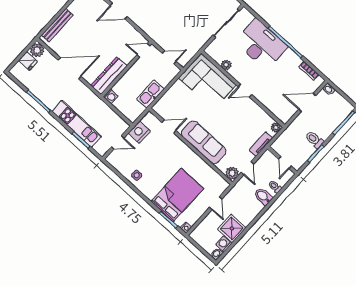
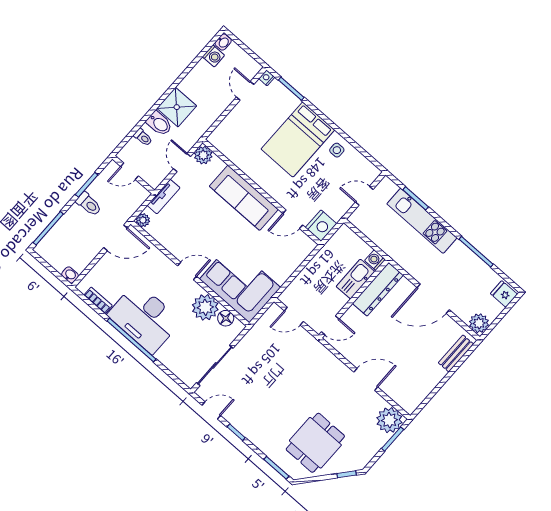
bench: (57, 25) -> (456, 353), width x0.73
desk: (261, 44) -> (144, 318), moved
floor lamp: (218, 57) -> (226, 318), added
fridge: (28, 61) -> (504, 294), moved
plant: (226, 65) -> (205, 307), width x1.87, depth x1.87
kitchen sink: (150, 94) -> (355, 279), moved, turned 180
door: (307, 102) -> (116, 238), moved
nightstand: (139, 132) -> (321, 226), moved
door: (285, 163) -> (130, 171), swing flipped
bed: (177, 195) -> (298, 139), moved
door: (216, 203) -> (245, 91), moved
shower: (232, 228) -> (177, 107), moved

